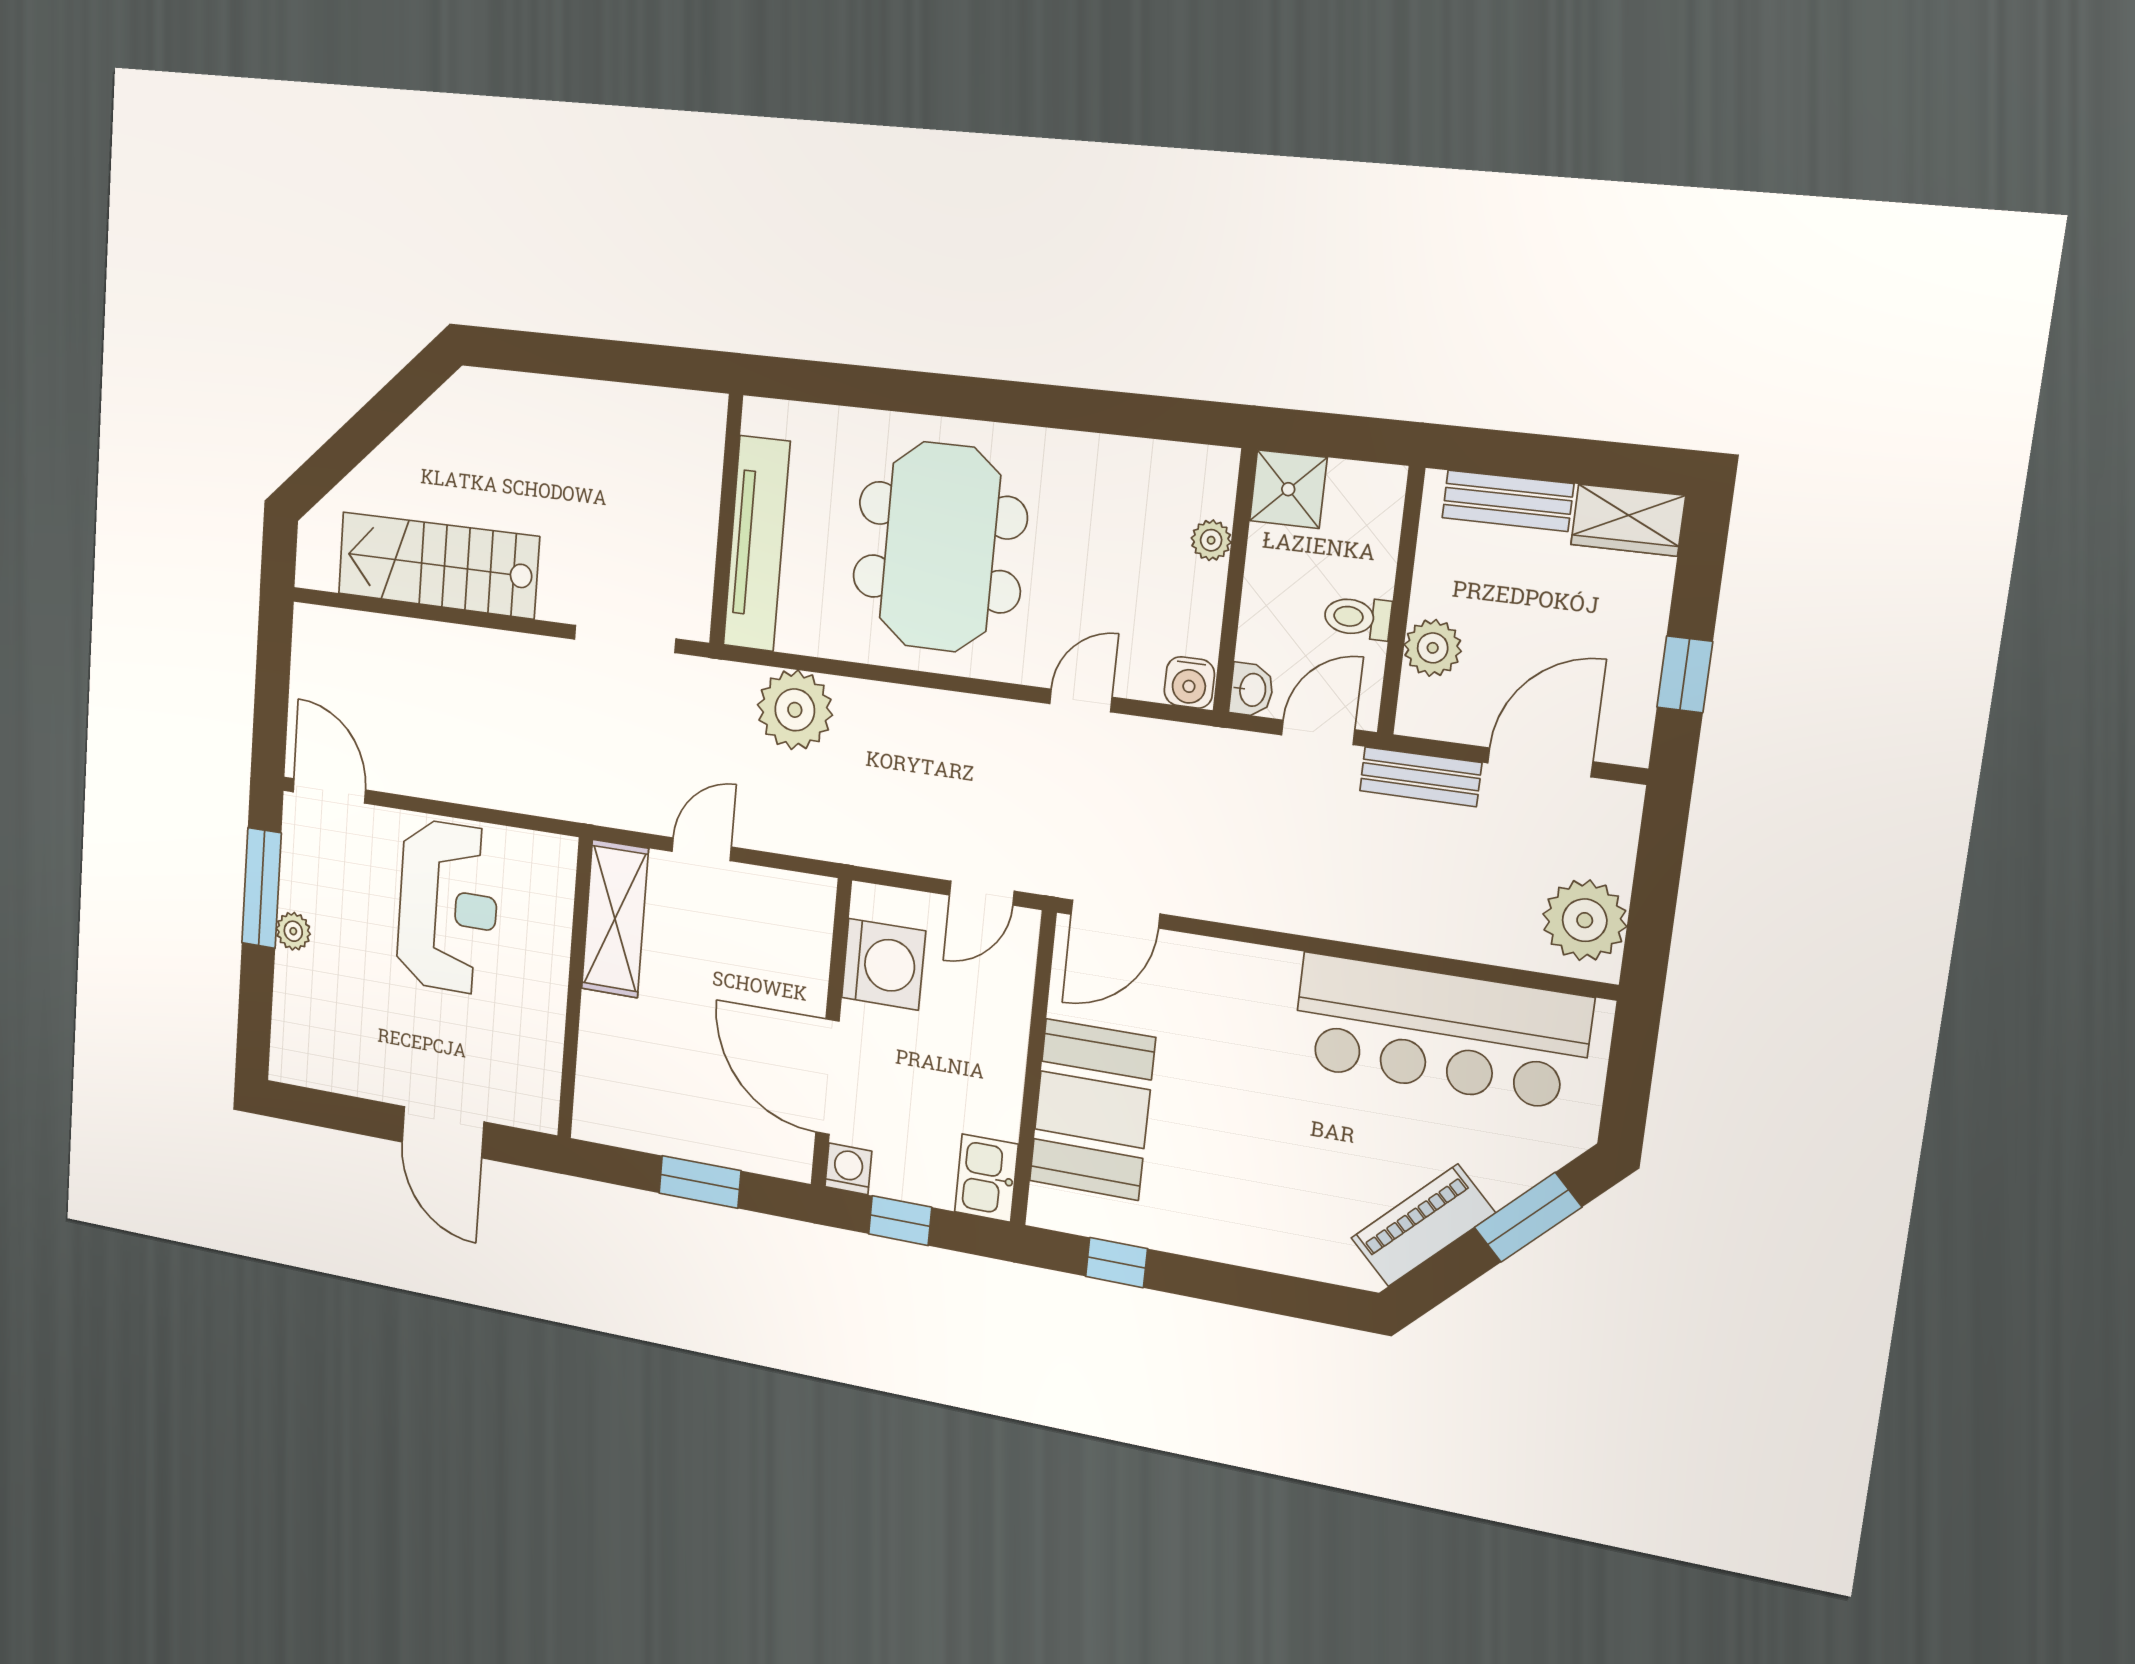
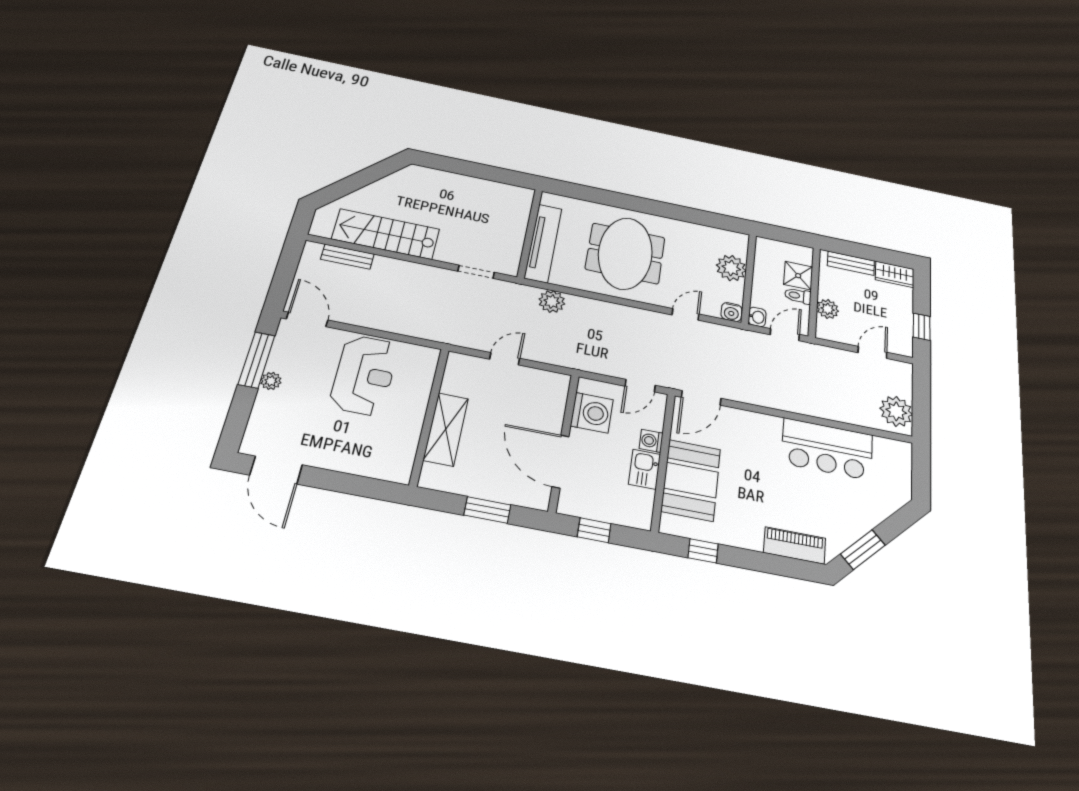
shower: (1288, 489) -> (798, 276), moved
plant: (1211, 540) -> (731, 268), width x1.88, depth x1.88
doorway: (625, 639) -> (476, 272), width x0.73
plant: (795, 710) -> (552, 302), width x0.73, depth x0.73
door: (1540, 762) -> (872, 352), width x0.73
bench: (1420, 777) -> (347, 257), moved
shelving: (615, 919) -> (446, 429), moved
bar counter: (1440, 1032) -> (827, 449), width x0.73
door: (443, 1132) -> (276, 470), moved
washing machine: (848, 1169) -> (651, 441), moved, turned -90
kitchen sink: (986, 1178) -> (644, 469), moved
window: (1528, 1217) -> (863, 550), moved
piano: (1423, 1225) -> (795, 545), moved, turned 45

